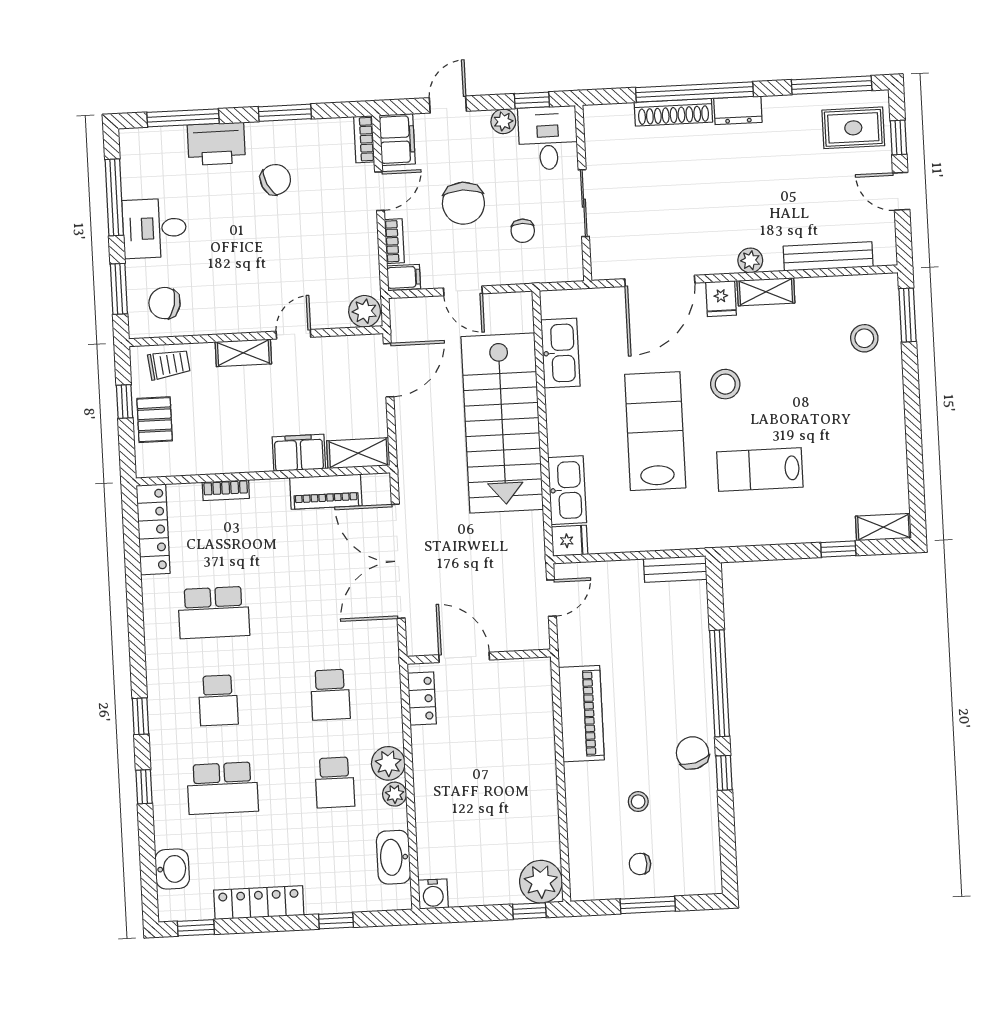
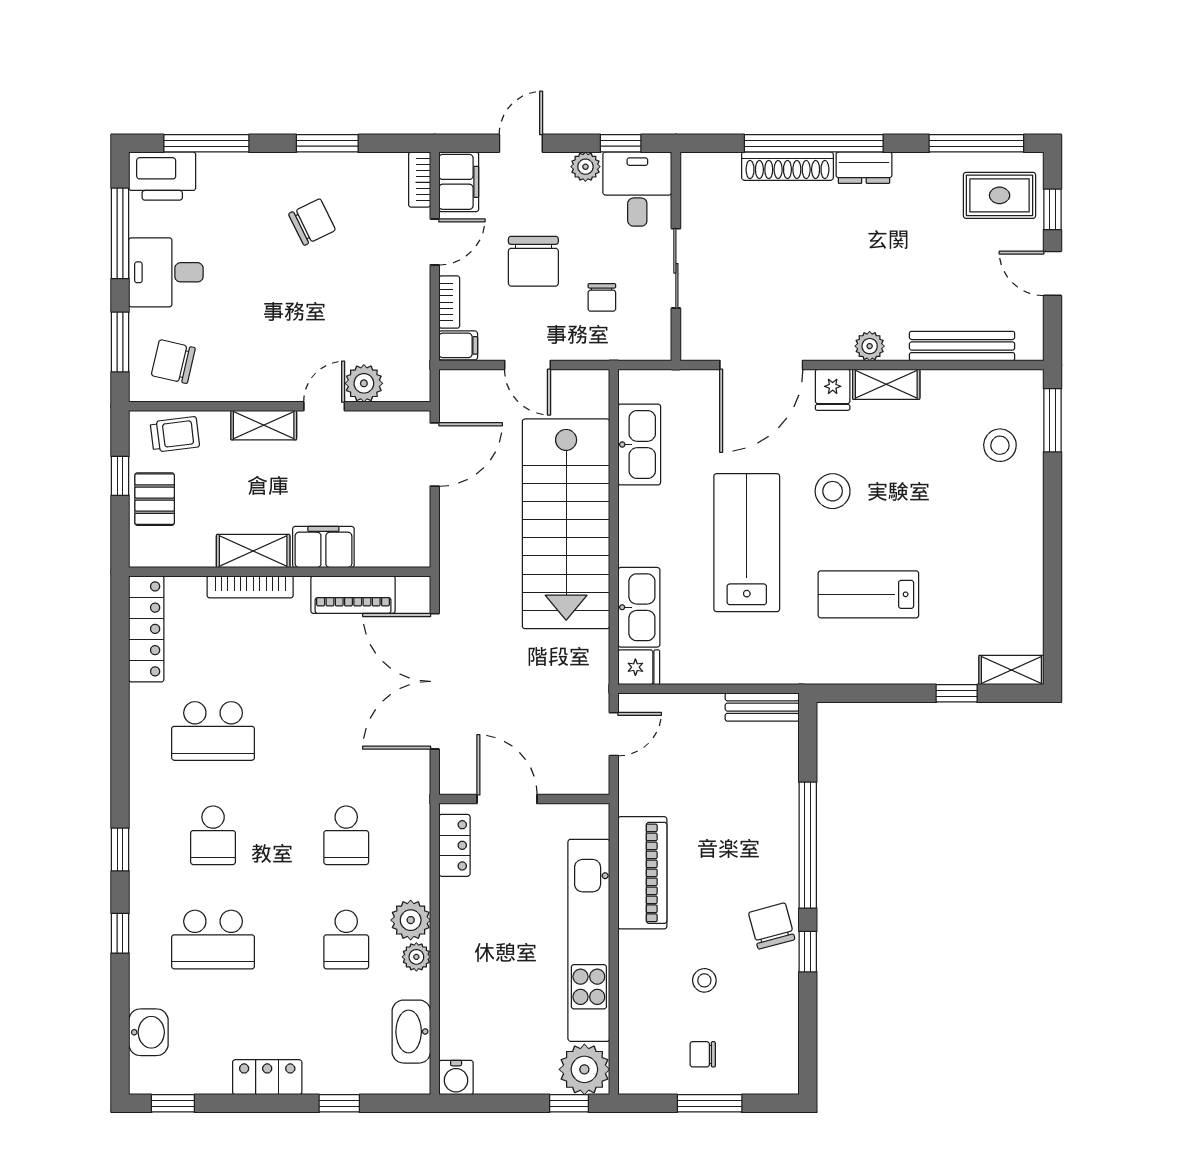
printer: (216, 144) -> (162, 176), moved
plant: (365, 311) -> (364, 383), moved
shelving: (358, 453) -> (253, 551), moved
bookcase: (226, 490) -> (250, 587), width x1.56
kitchen unit: (539, 773) -> (589, 940), added
locker: (259, 903) -> (267, 1077), width x0.66

